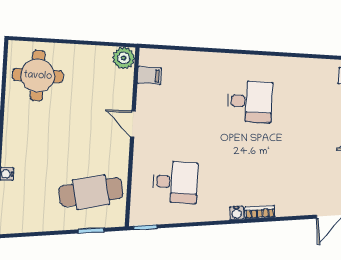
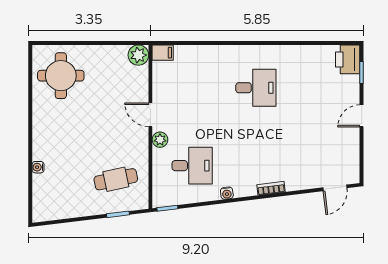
filing cabinet: (149, 76) -> (163, 53), moved
plant: (142, 152) -> (160, 140), added
cafe table: (91, 192) -> (116, 179), width x0.73, depth x0.74
water cooler: (237, 213) -> (227, 193), moved

